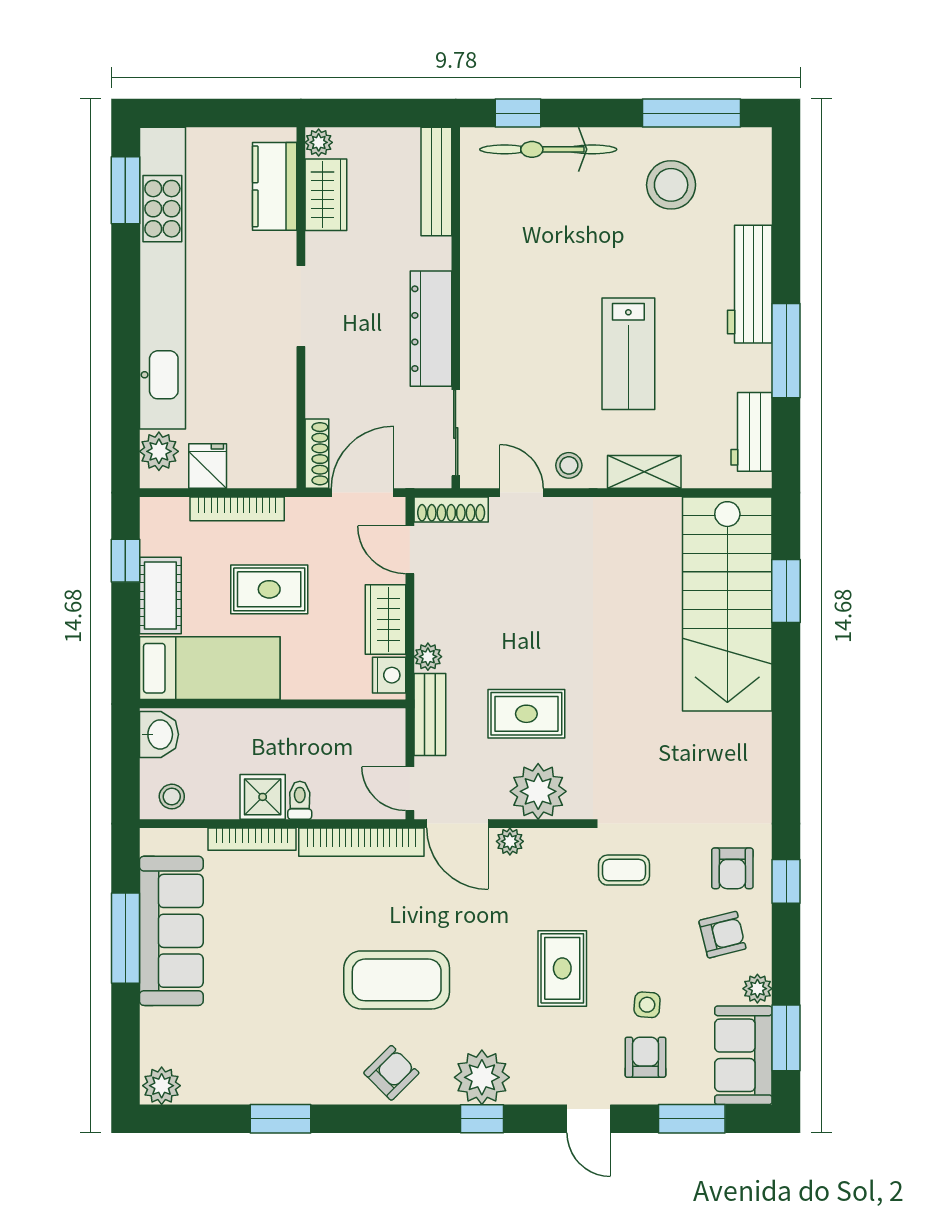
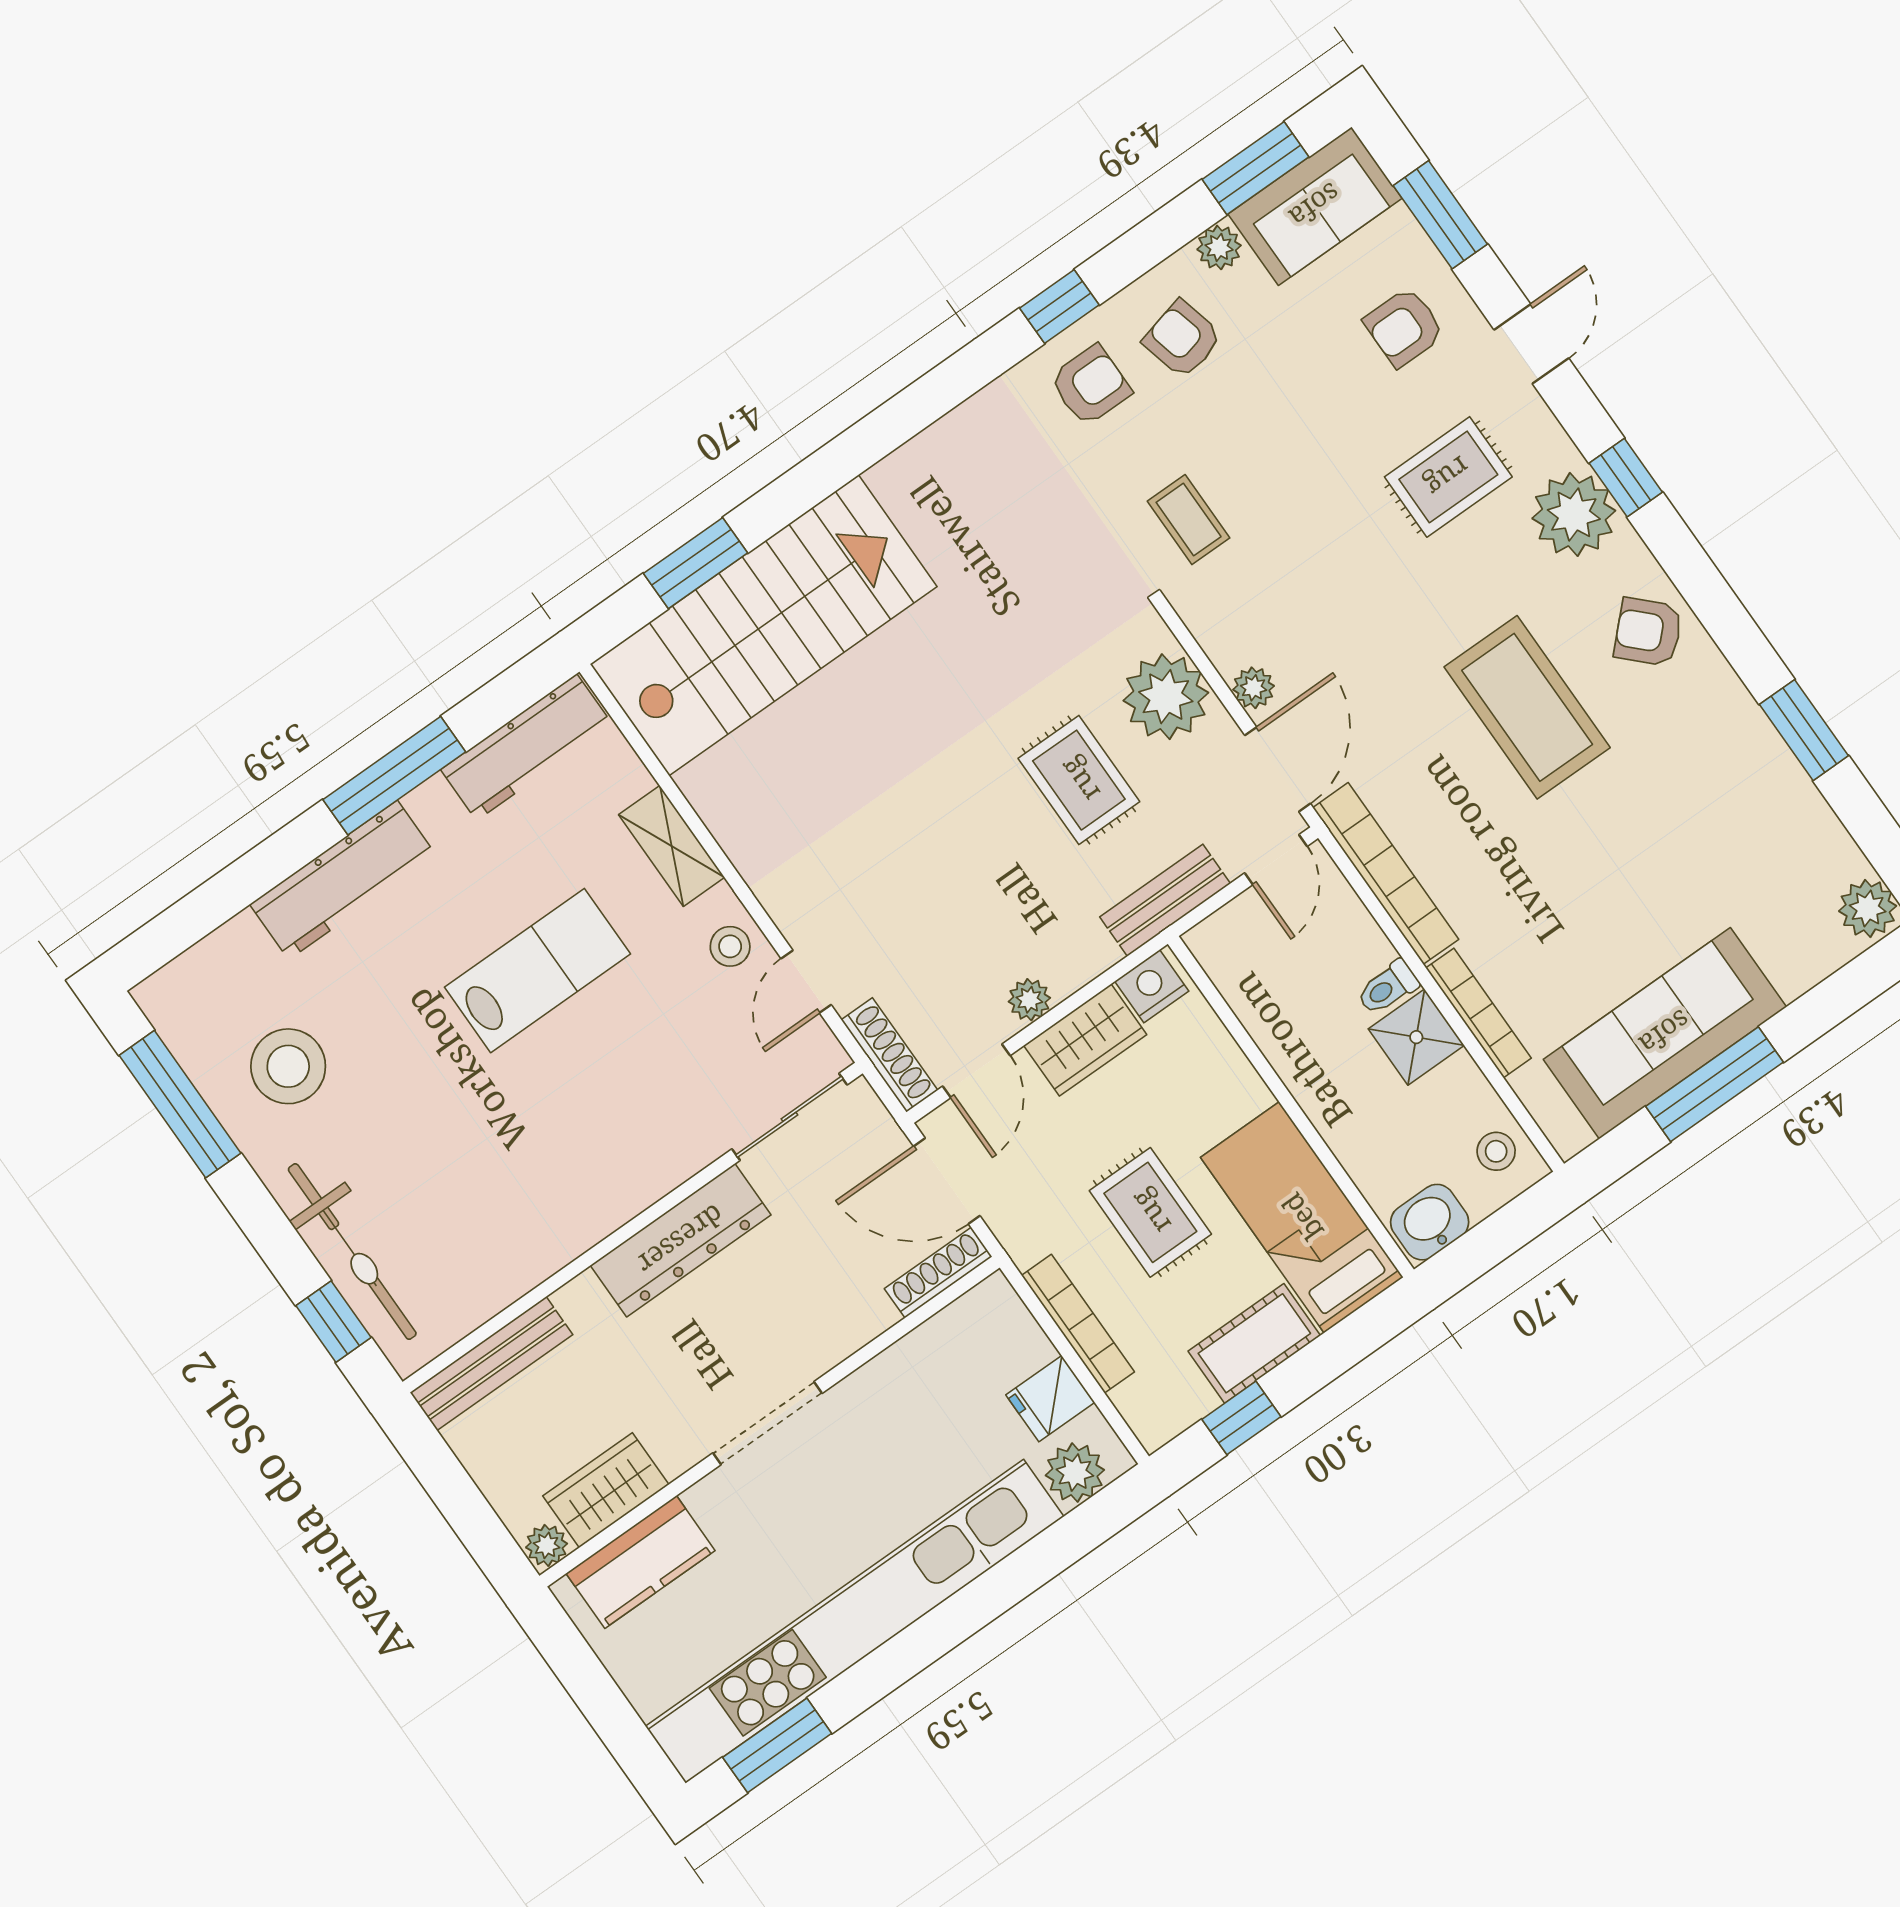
workbench: (752, 432) -> (527, 747), width x1.38
plant: (428, 657) -> (1029, 1000), moved
rug: (562, 968) -> (1448, 477), moved
side table: (647, 1005) -> (1337, 372), removed

